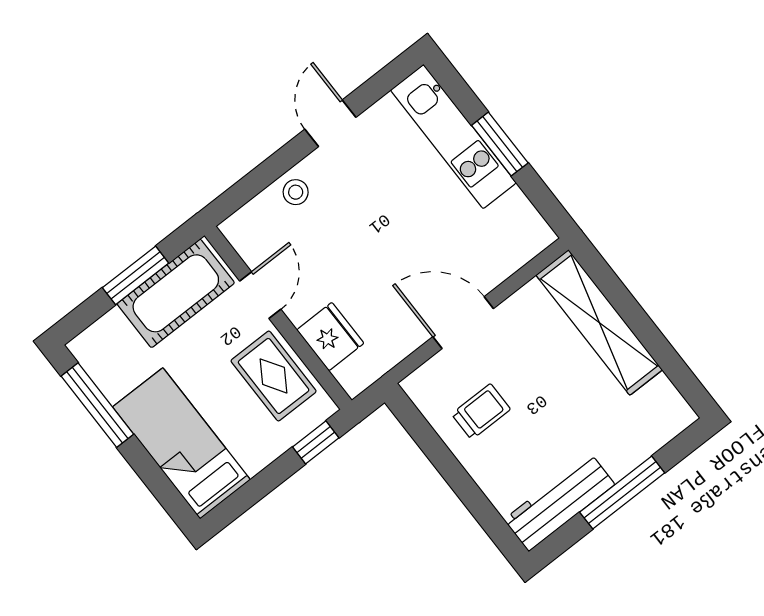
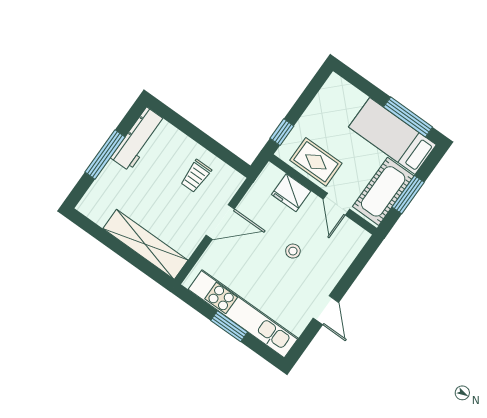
kitchen unit: (453, 136) -> (243, 314), width x1.36
stool: (296, 192) -> (293, 251), moved
bed: (181, 443) -> (392, 136), moved, turned 180

